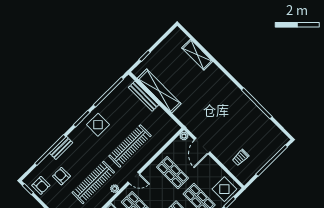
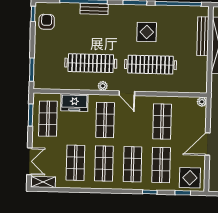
display table: (98, 125) -> (147, 32), moved
door: (202, 146) -> (208, 144), moved
armchair: (61, 176) -> (71, 32), removed
armchair: (41, 185) -> (47, 22), turned 180

